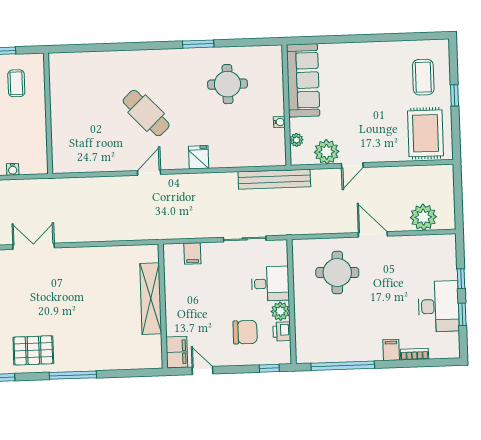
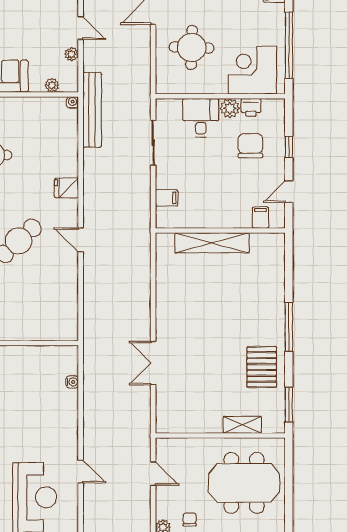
water cooler: (279, 122) -> (73, 103), moved
plant: (327, 152) -> (72, 54), width x0.53, depth x0.53
corner desk: (318, 332) -> (252, 70), added
filing cabinet: (177, 352) -> (260, 218), width x0.50
window: (269, 368) -> (289, 147), moved

